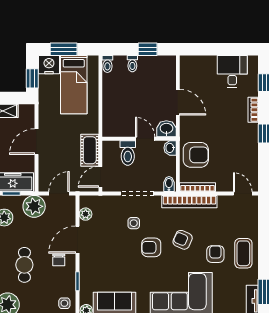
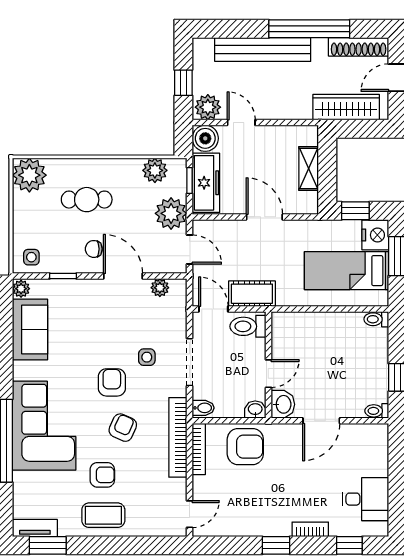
toilet: (132, 64) -> (377, 411), moved
toilet: (128, 153) -> (248, 326), moved
armchair: (196, 155) -> (245, 447), turned -90

